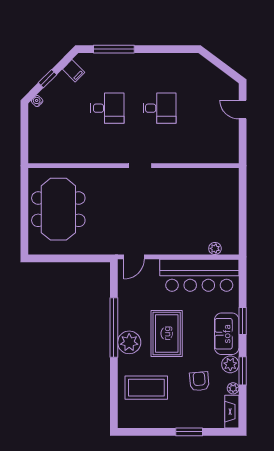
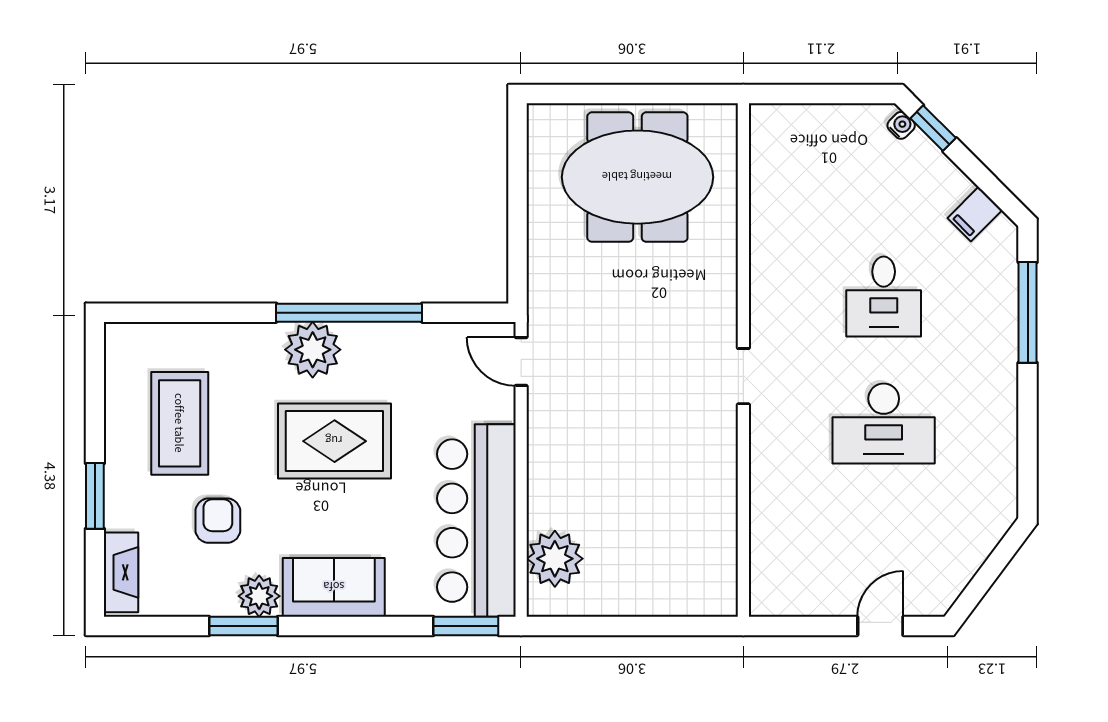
window: (47, 79) -> (933, 128), moved
desk: (159, 108) -> (884, 424), width x1.37
plant: (215, 248) -> (555, 559), width x1.87, depth x1.87
window: (243, 321) -> (466, 626), moved
armchair: (199, 381) -> (218, 521), turned -85
coffee table: (146, 388) -> (180, 423), moved
plant: (233, 388) -> (201, 603), removed
fireplace: (232, 412) -> (121, 572), moved, turned 90

